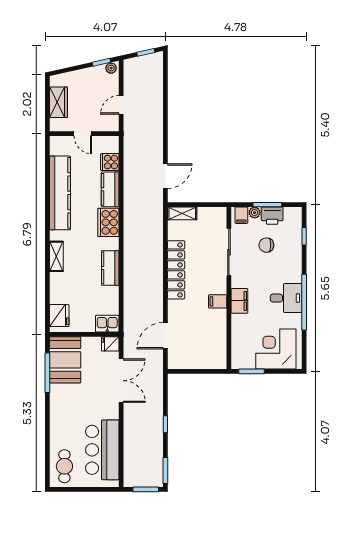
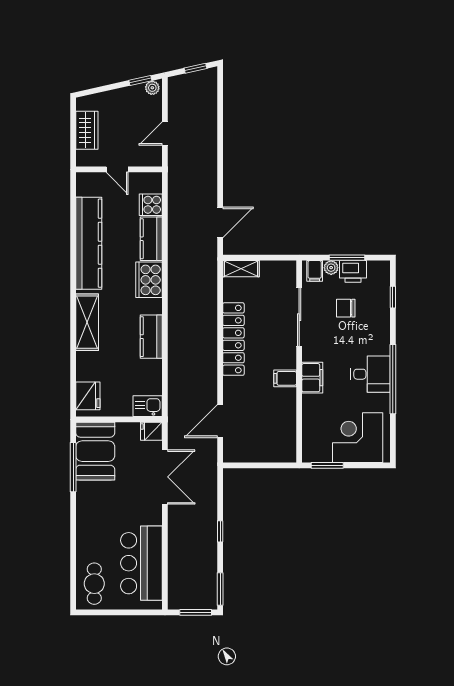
shelving: (56, 256) -> (87, 322), width x1.50, depth x1.33

